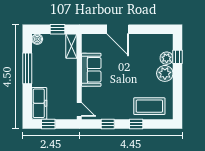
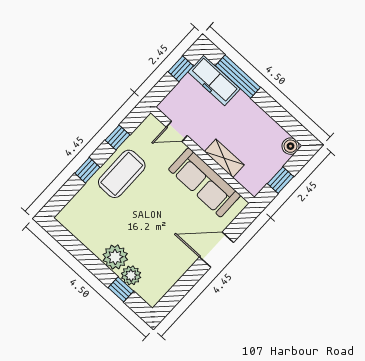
shelving: (71, 46) -> (224, 158), moved
window: (27, 68) -> (238, 77), moved
sofa: (91, 70) -> (205, 182), width x1.36
coffee table: (149, 106) -> (122, 174), moved
door: (79, 109) -> (177, 131), moved

